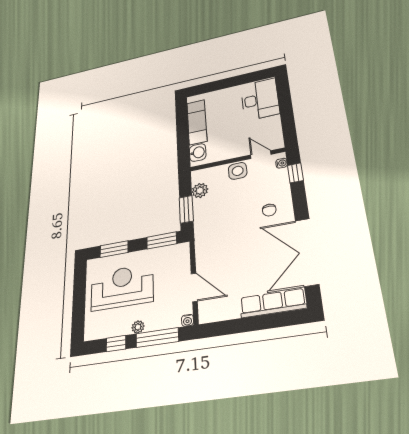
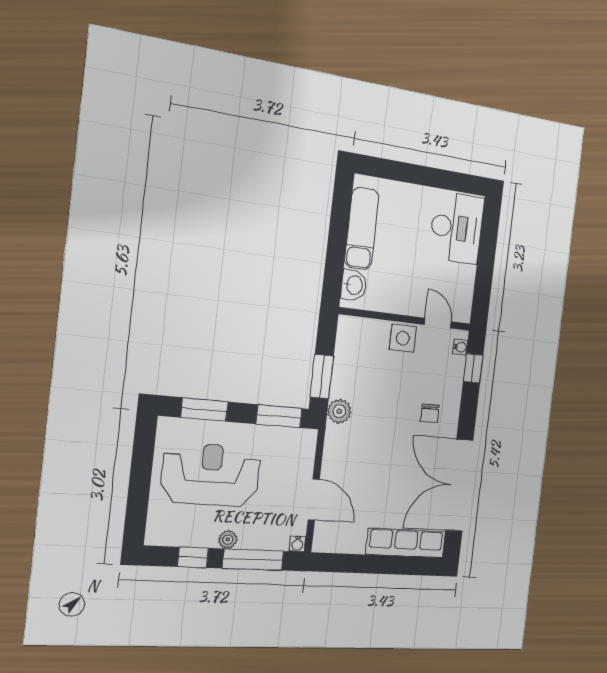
plant: (200, 190) -> (339, 411), moved

